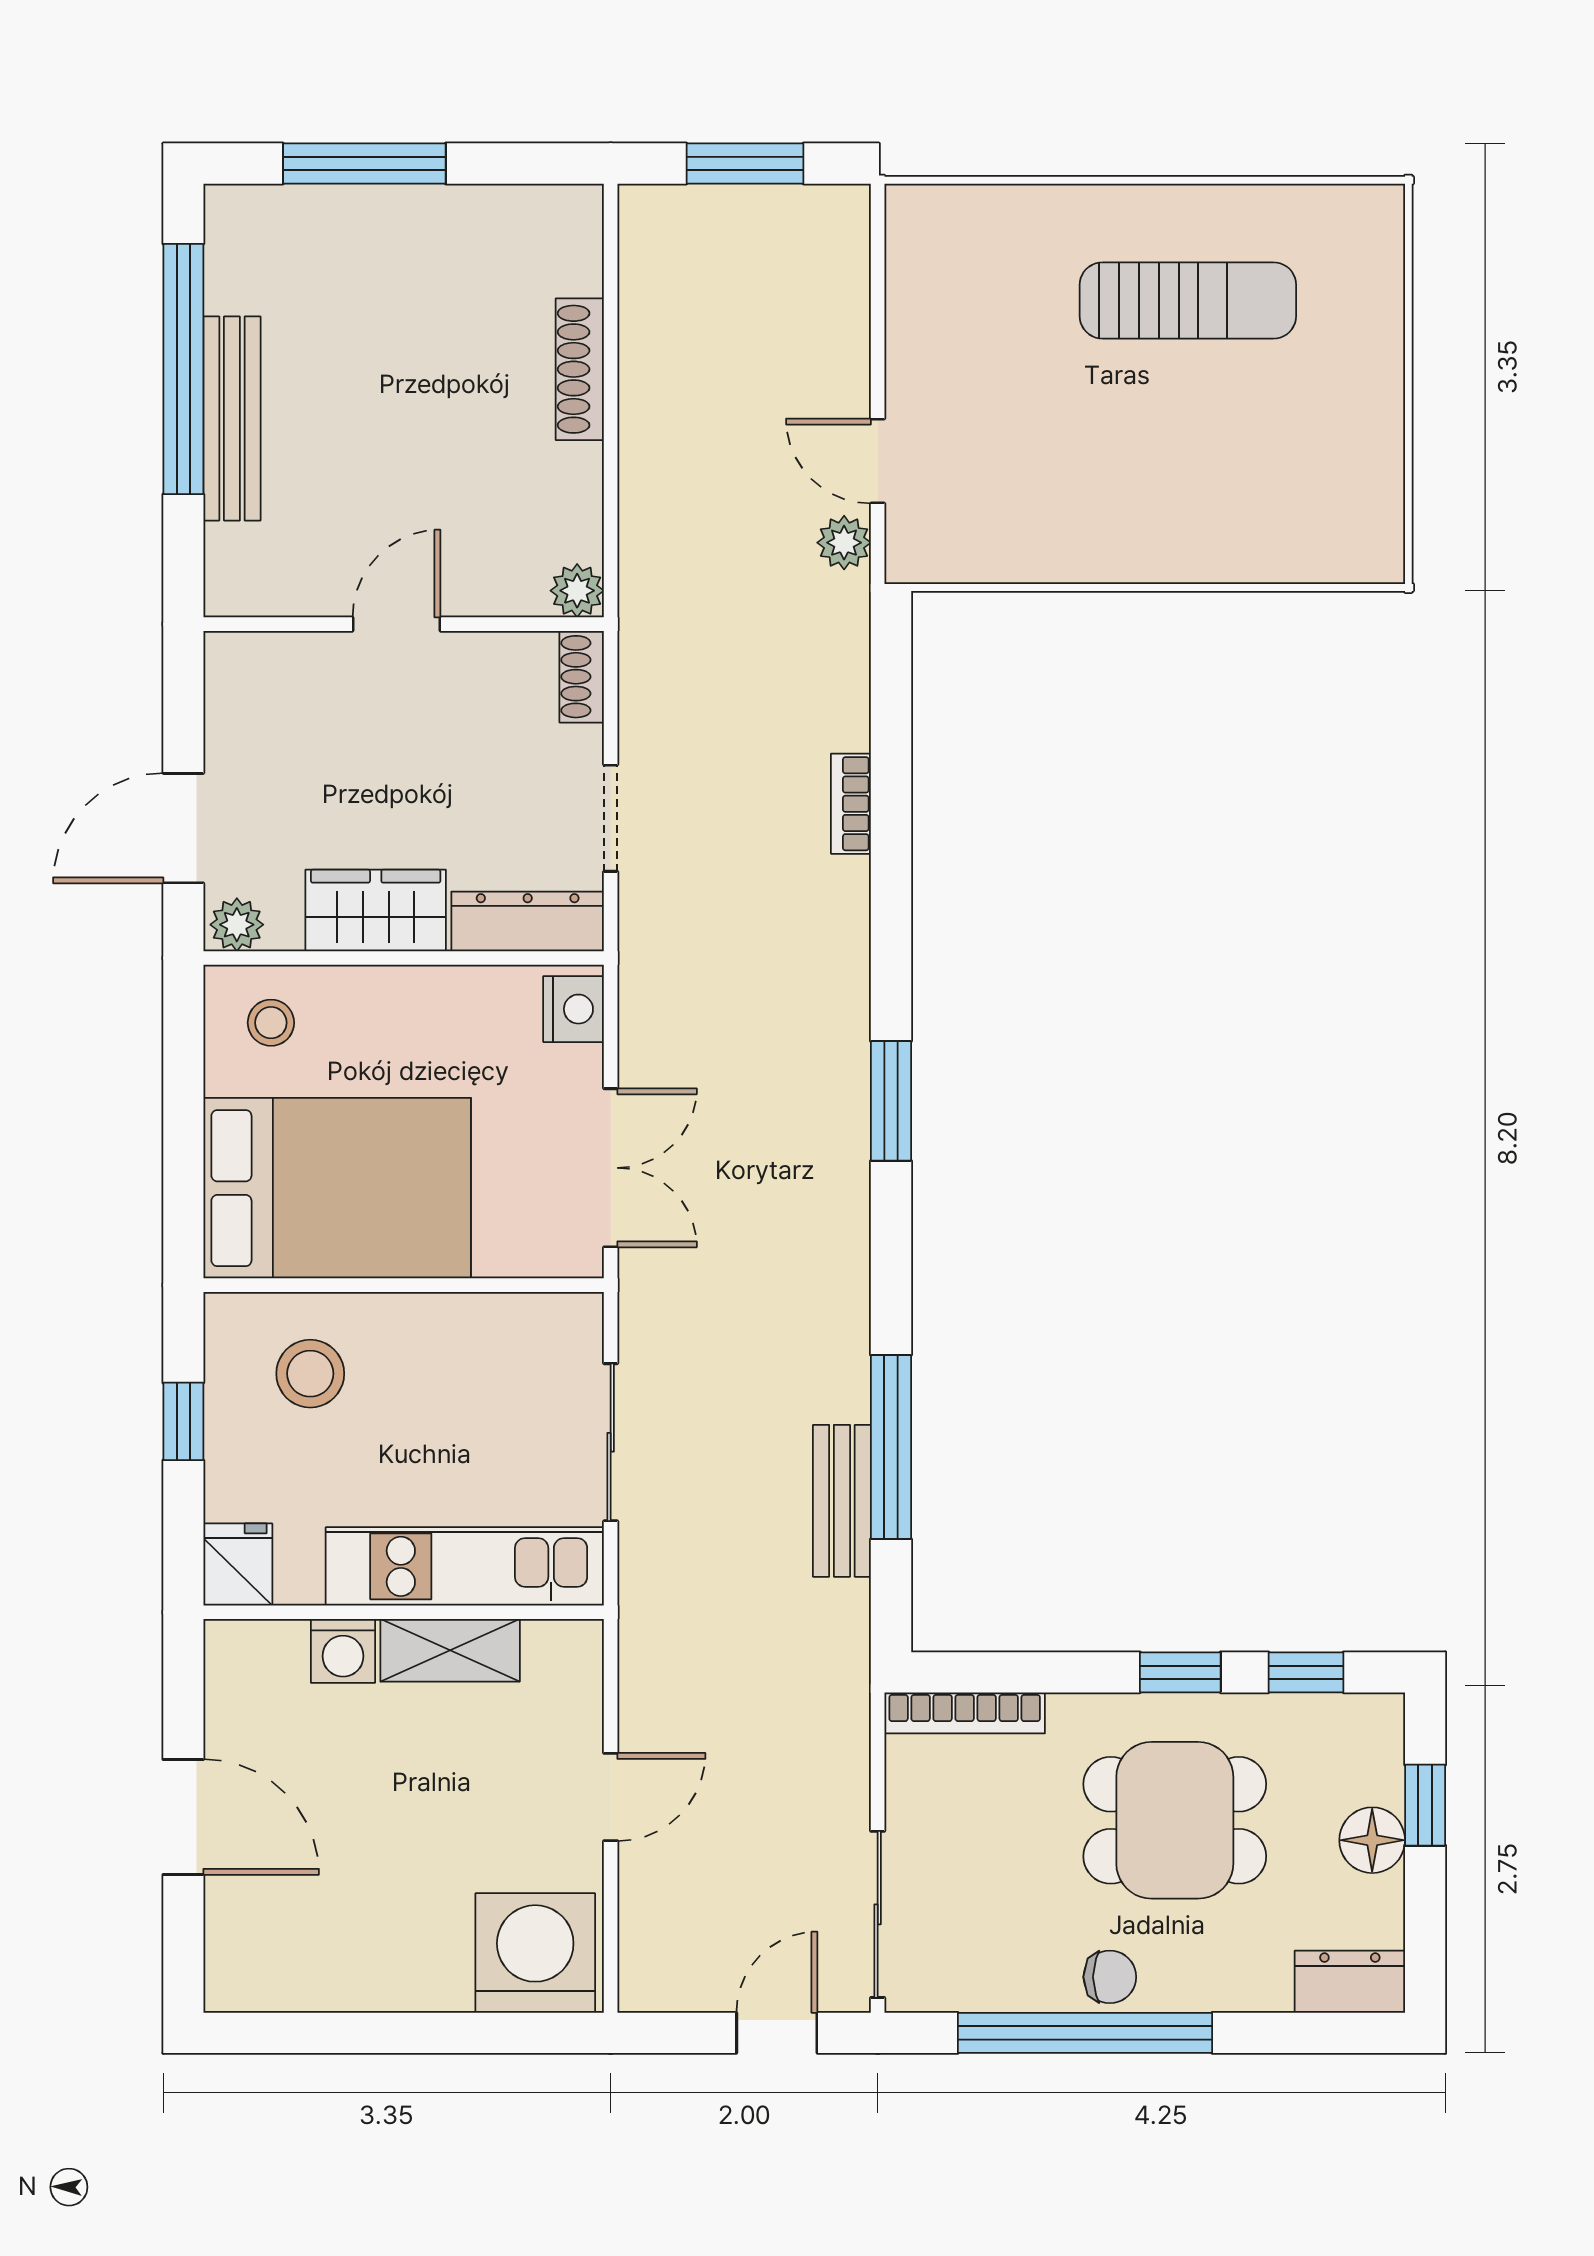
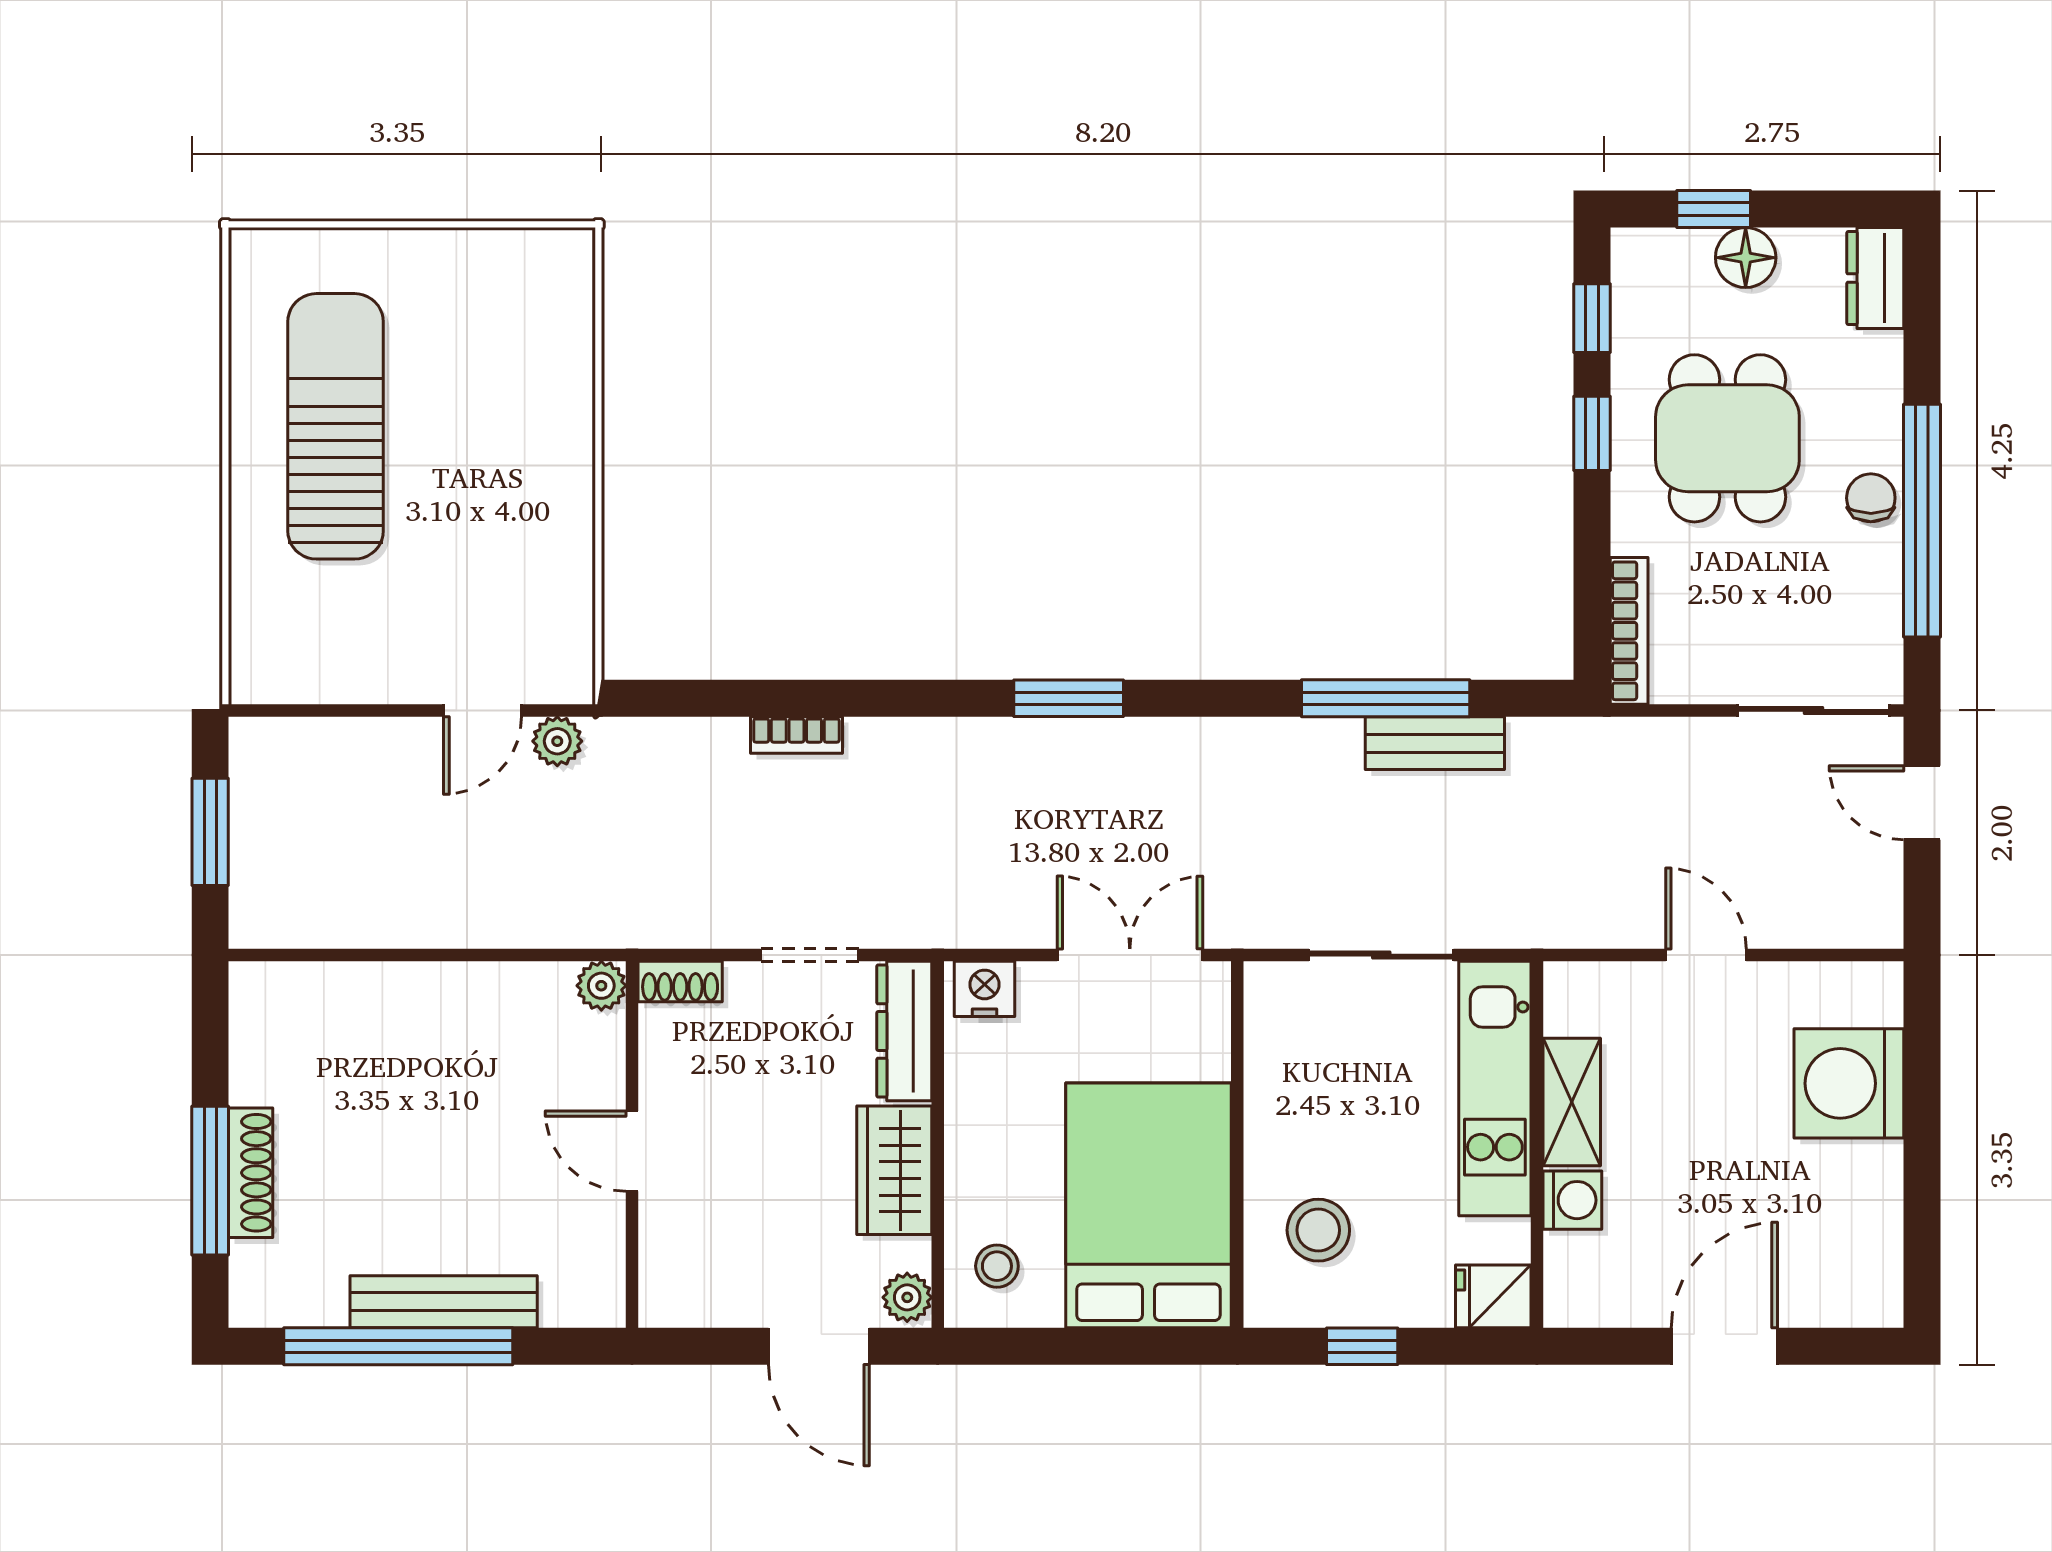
sun lounger: (1188, 300) -> (336, 426), width x1.36, depth x1.34
shoe rack: (580, 369) -> (251, 1173), moved, turned -90
washing machine: (535, 1953) -> (1849, 1083), moved

